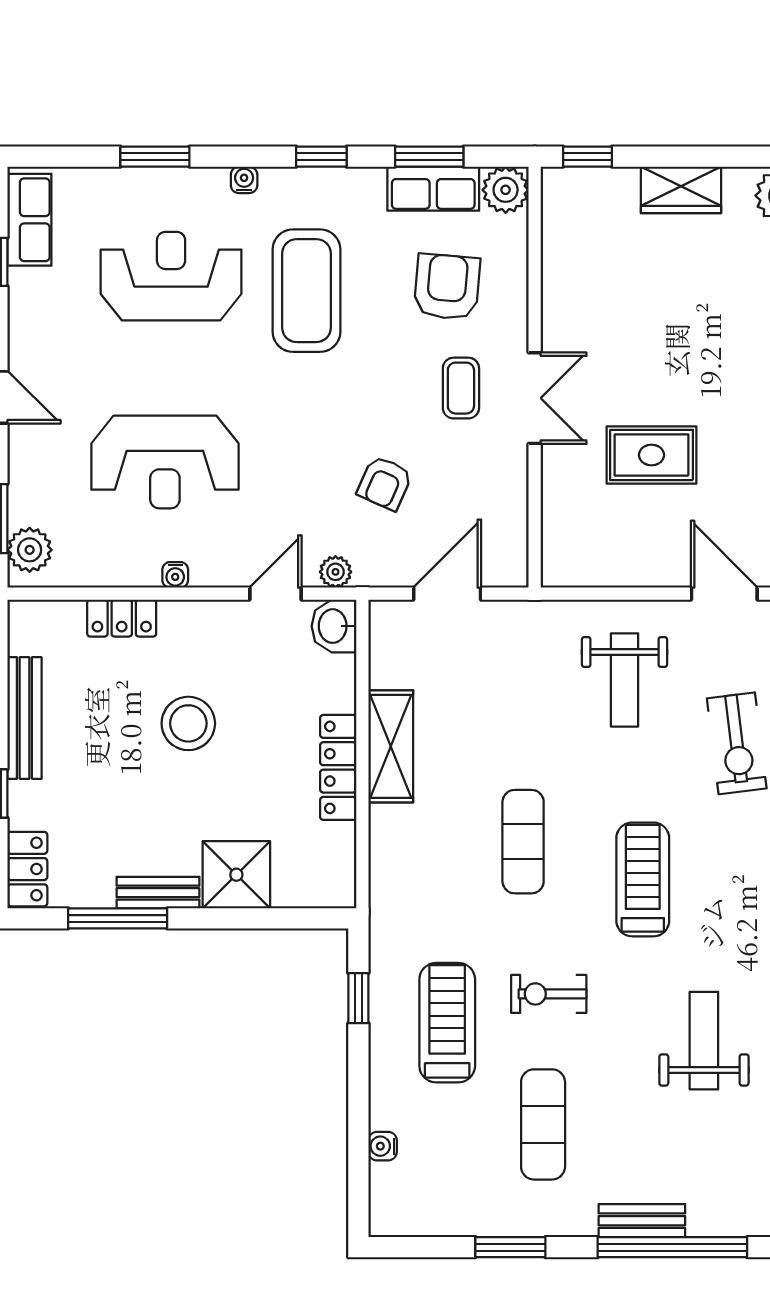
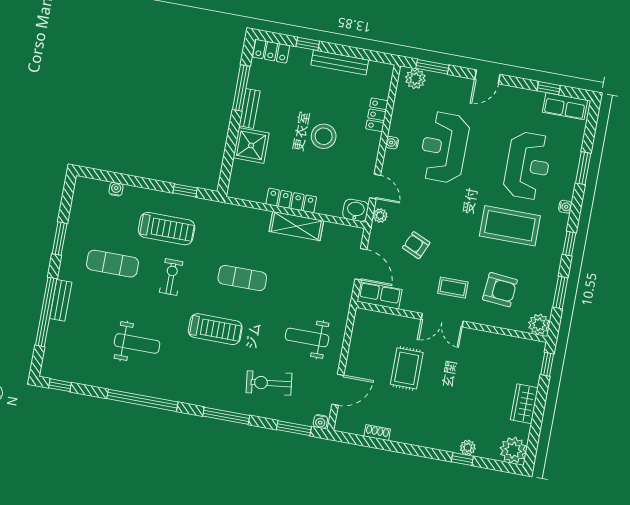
row of seats: (433, 189) -> (379, 296), moved, turned 90

